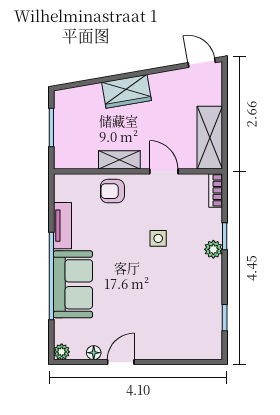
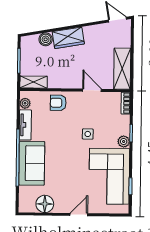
boiler: (92, 94) -> (46, 39), added
shelving: (119, 160) -> (34, 82), moved
corner sofa: (192, 303) -> (109, 176), added
plant: (62, 352) -> (25, 103), moved
floor lamp: (94, 353) -> (45, 204), width x1.89, depth x1.89
door: (121, 362) -> (79, 215), moved

